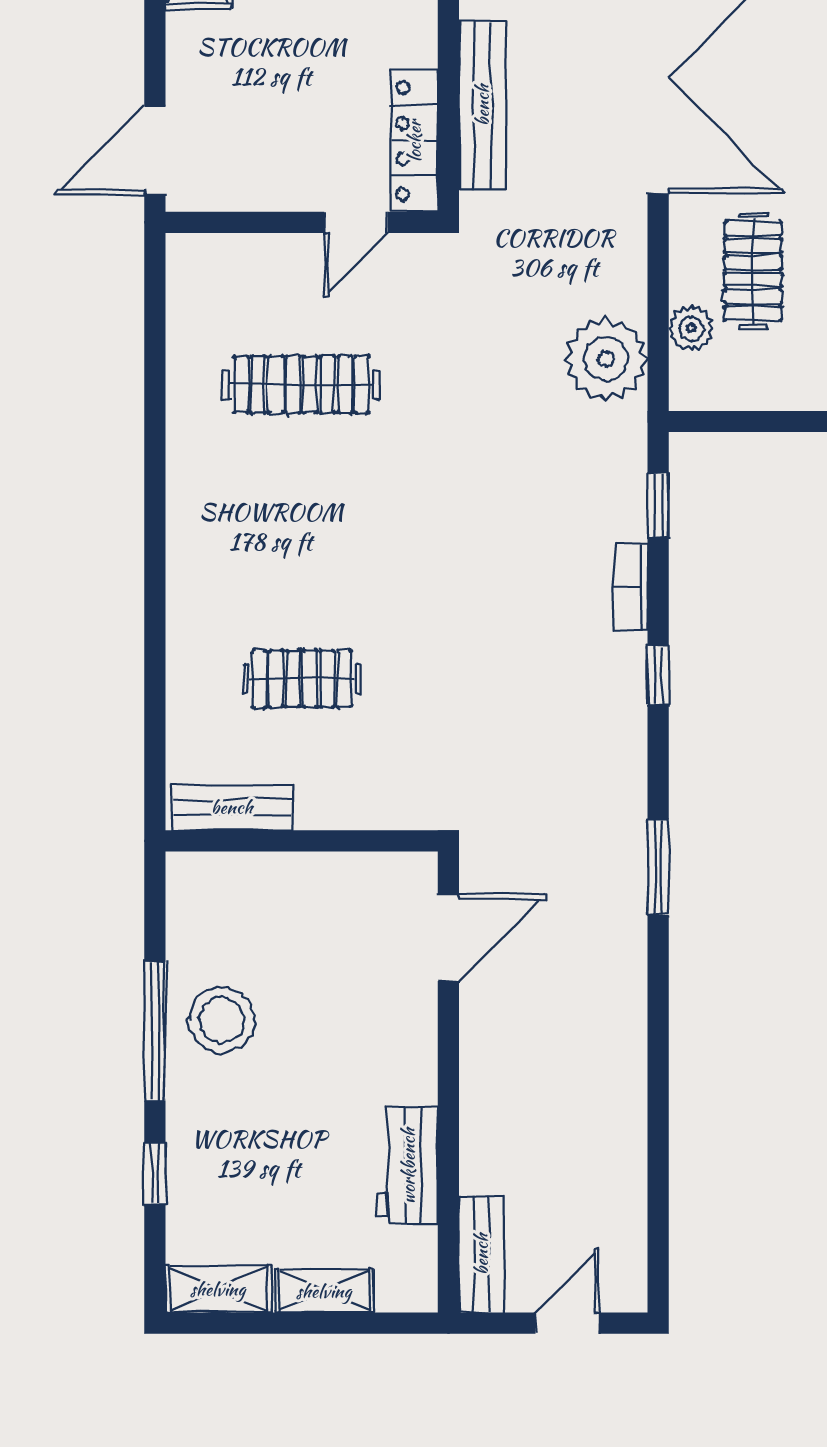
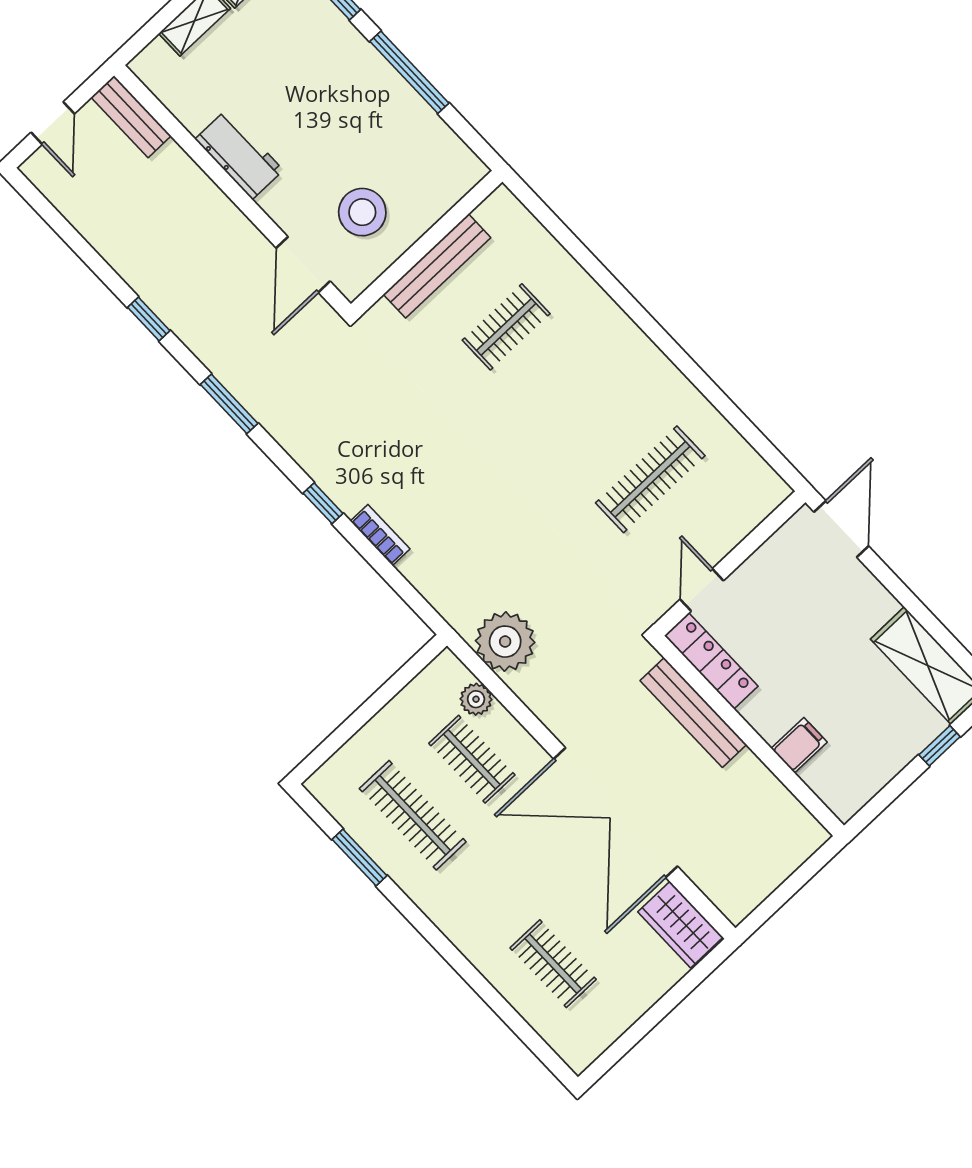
window: (658, 506) -> (149, 319), moved
bench: (232, 807) -> (437, 266), moved, width x1.36
stool: (222, 1020) -> (362, 212), moved
workbench: (408, 1166) -> (239, 155), moved

